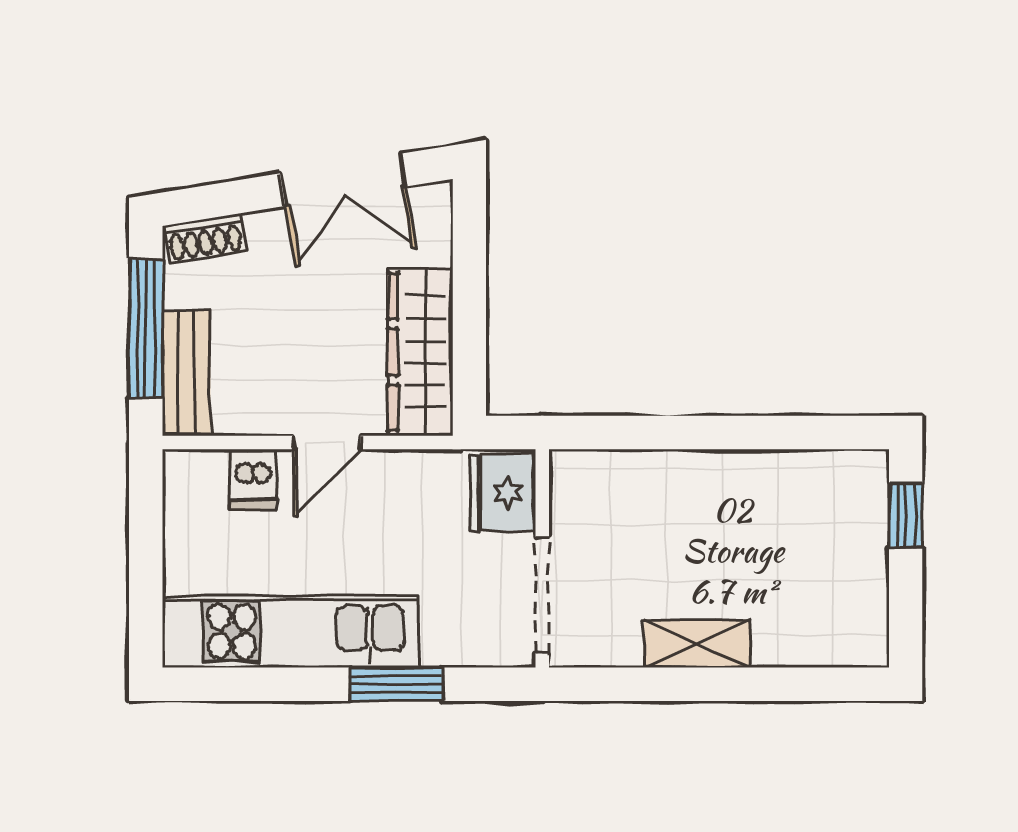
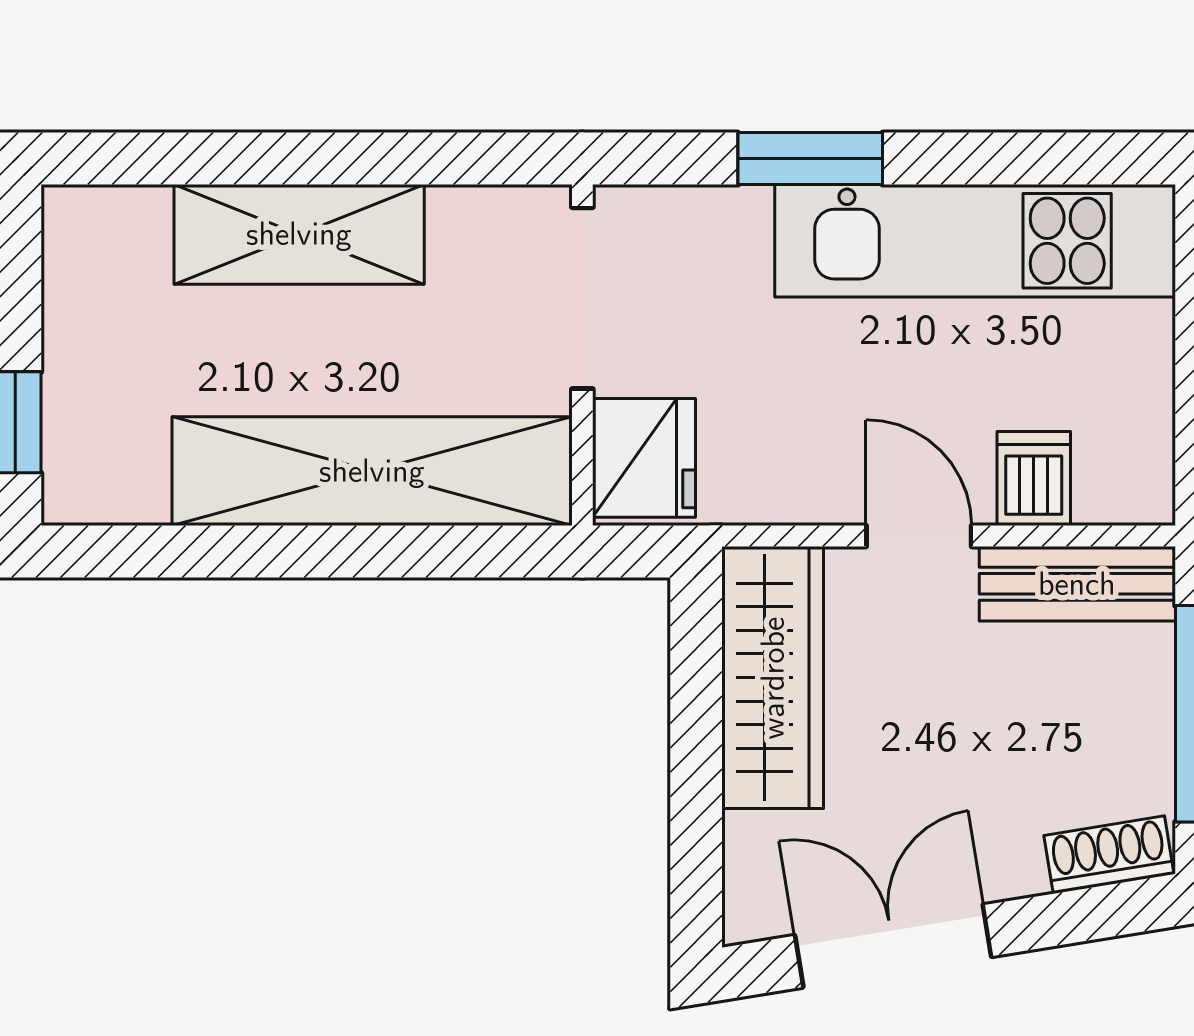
bench: (186, 373) -> (1077, 584), moved, turned 90
door: (327, 442) -> (919, 536), hinge flipped
shelving: (677, 484) -> (372, 471), added
shelving: (697, 644) -> (299, 234), width x1.50, depth x1.33

